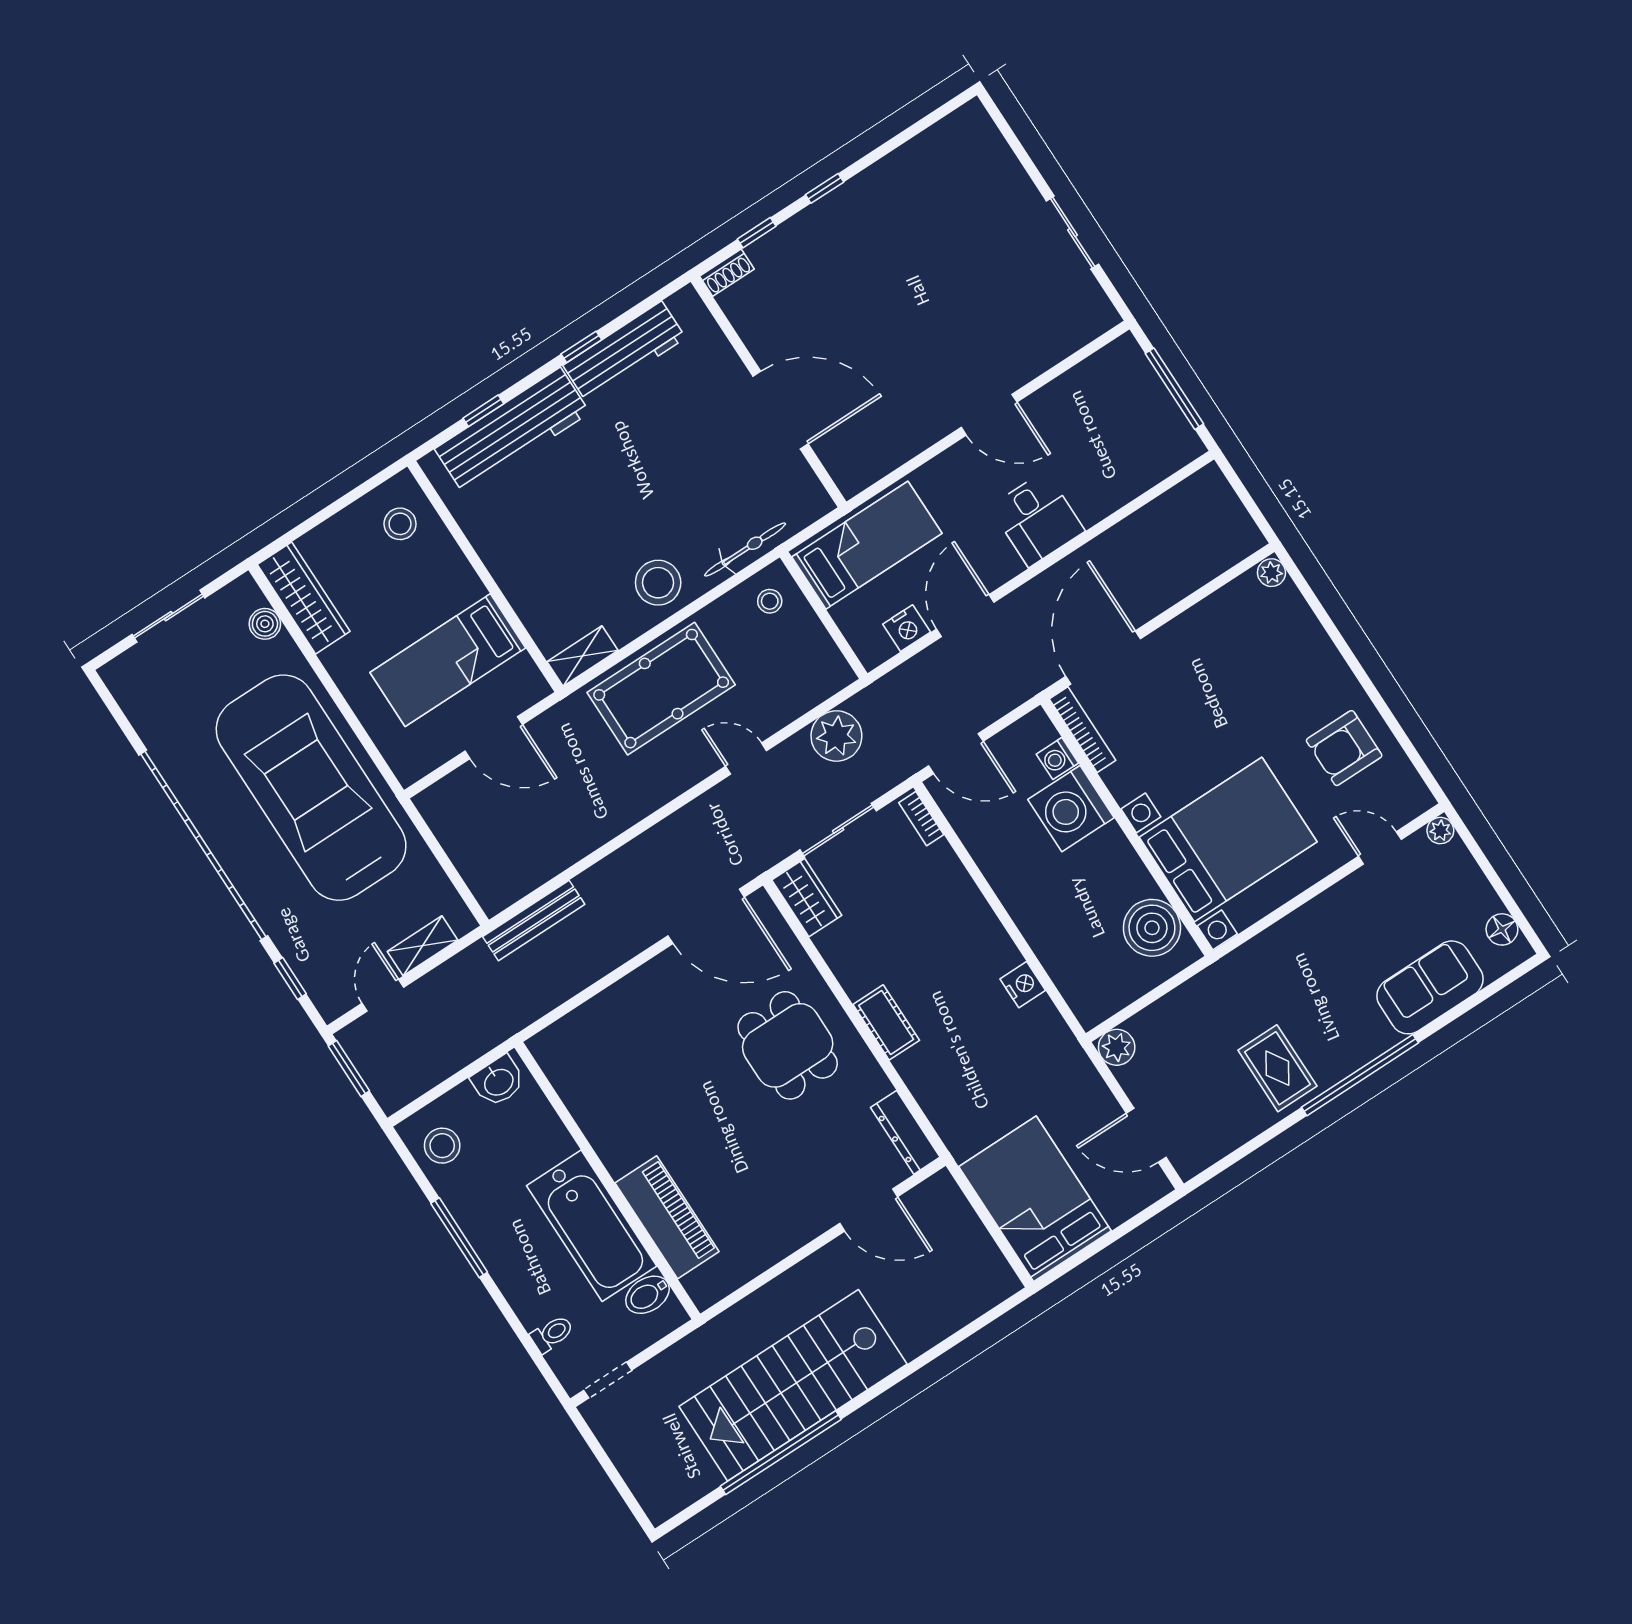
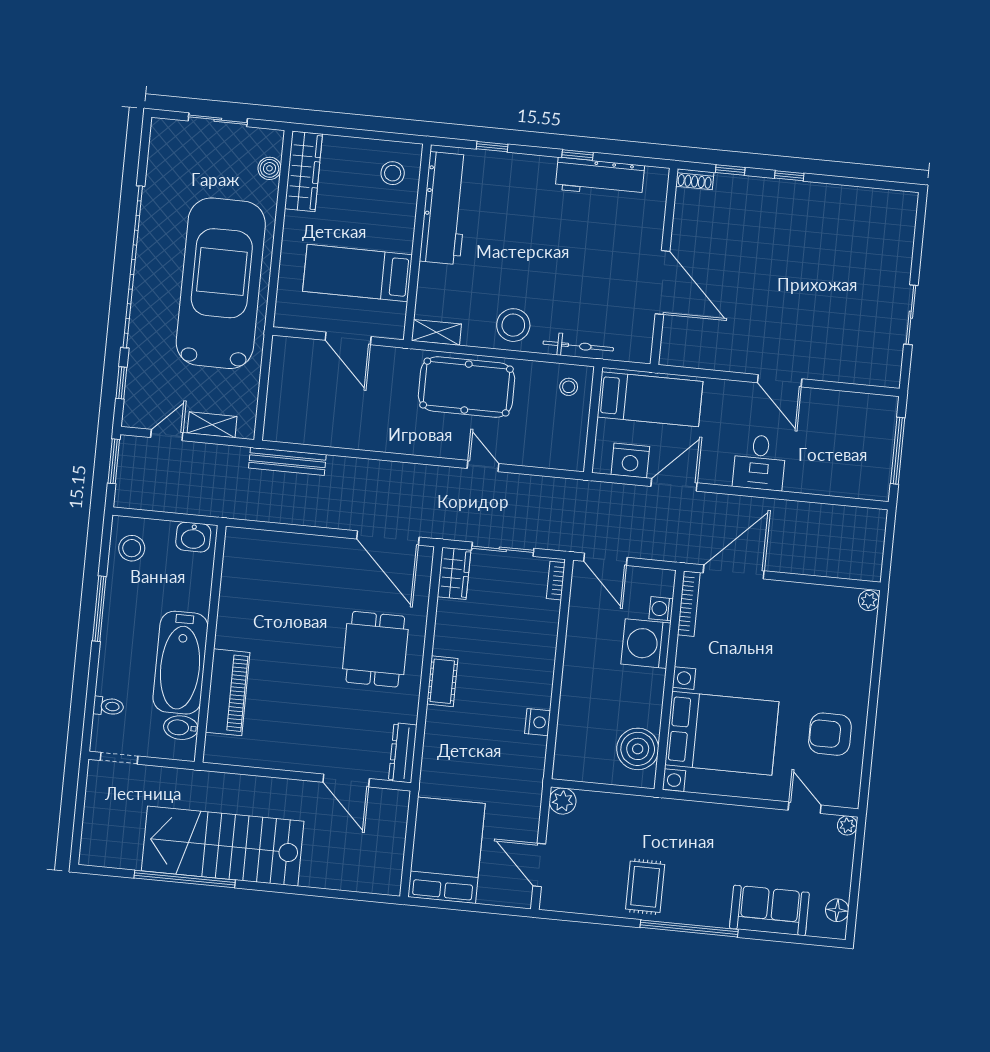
workbench: (512, 431) -> (445, 208), moved, turned -90
nightstand: (907, 628) -> (630, 461), width x1.36, depth x1.33
plant: (836, 736) -> (545, 495), removed

